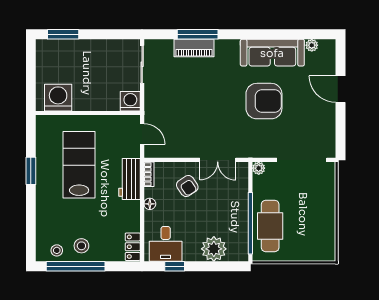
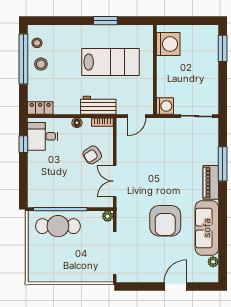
piano: (194, 48) -> (211, 182), moved
plant: (214, 249) -> (38, 178), removed

